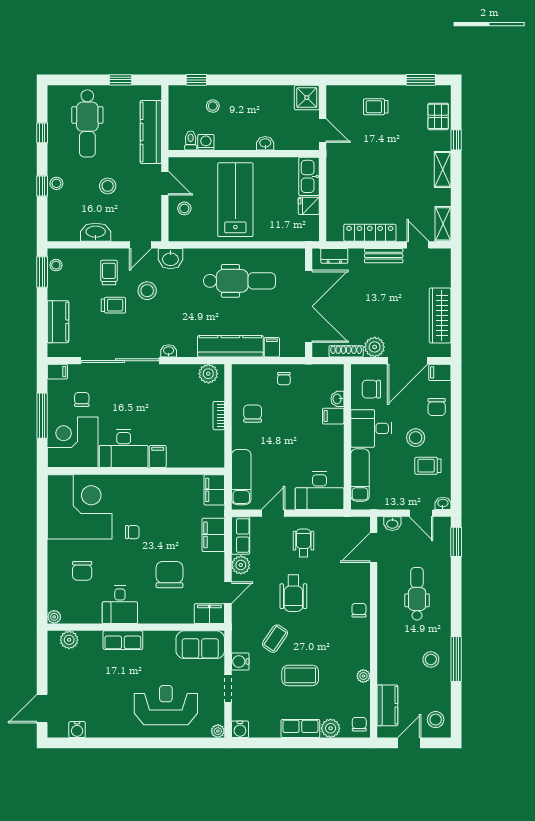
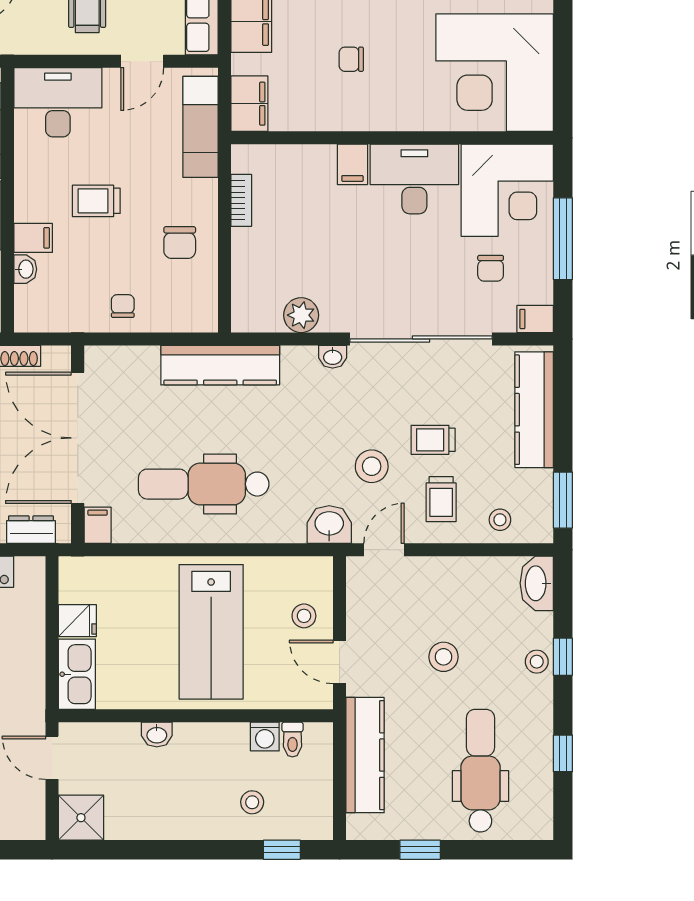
washbasin: (96, 232) -> (537, 583), moved, turned 90
stool: (56, 265) -> (500, 520), moved
kitchen counter: (58, 322) -> (534, 410), width x1.50
filing cabinet: (272, 347) -> (98, 525), moved, turned 180
plant: (208, 374) -> (301, 315), moved
bookcase: (219, 416) -> (241, 200), moved
trolley: (298, 436) -> (96, 201), added
chair: (132, 532) -> (351, 59), moved

